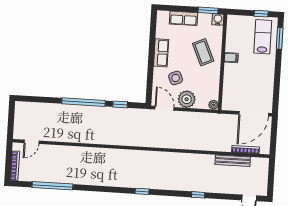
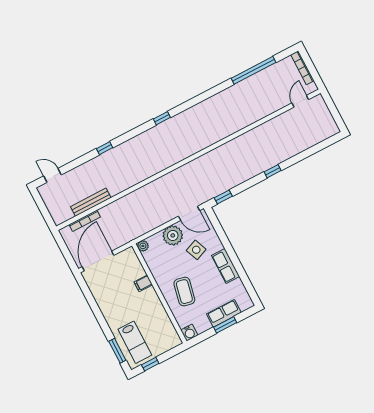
window: (208, 10) -> (225, 325), moved
coffee table: (203, 52) -> (184, 292), turned 36
filing cabinet: (231, 58) -> (143, 283), moved
window: (83, 102) -> (273, 171), width x0.32
window: (120, 104) -> (223, 197), moved

